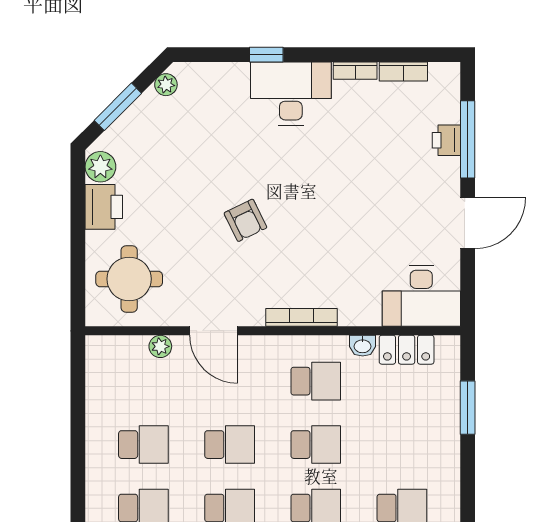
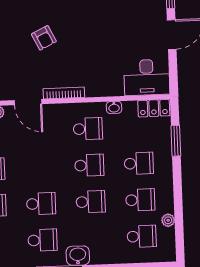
bookcase: (302, 317) -> (64, 93), moved
locker: (407, 350) -> (154, 108), moved
school desk: (230, 445) -> (139, 163), moved

